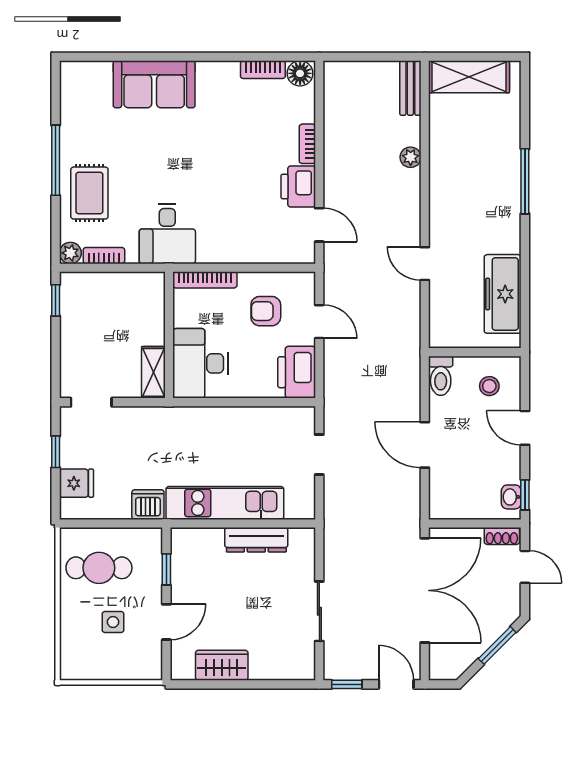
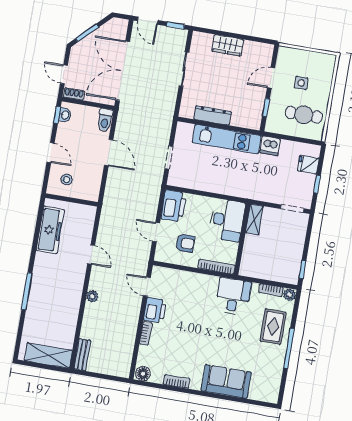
bookcase: (263, 70) -> (177, 382), moved
plant: (411, 157) -> (92, 296), moved
toilet: (441, 376) -> (105, 120), moved, turned 180
wardrobe: (222, 665) -> (228, 45), moved

